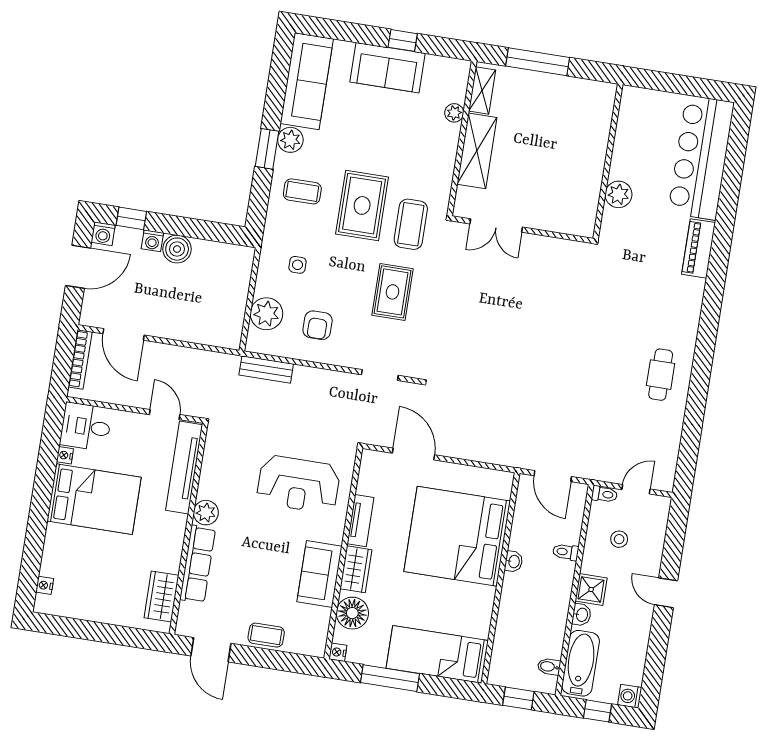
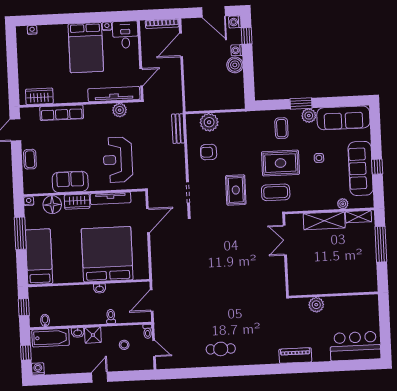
sofa: (388, 68) -> (361, 168), width x1.36
bar counter: (701, 158) -> (355, 346), width x0.73
side table: (297, 265) -> (319, 158), moved
rug: (393, 292) -> (236, 190), turned 90
plant: (206, 513) -> (120, 110), moved
tv unit: (360, 521) -> (111, 198), width x1.41

